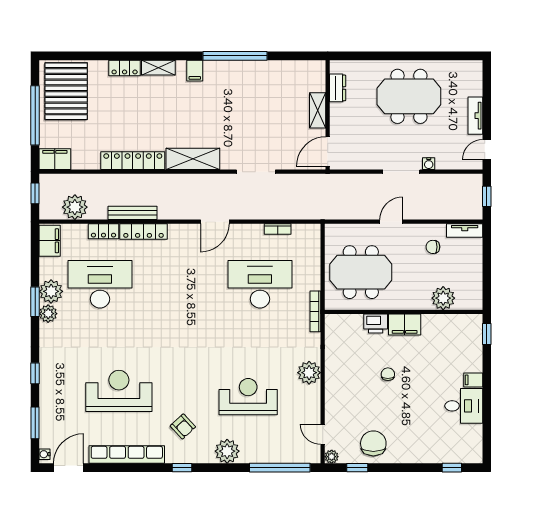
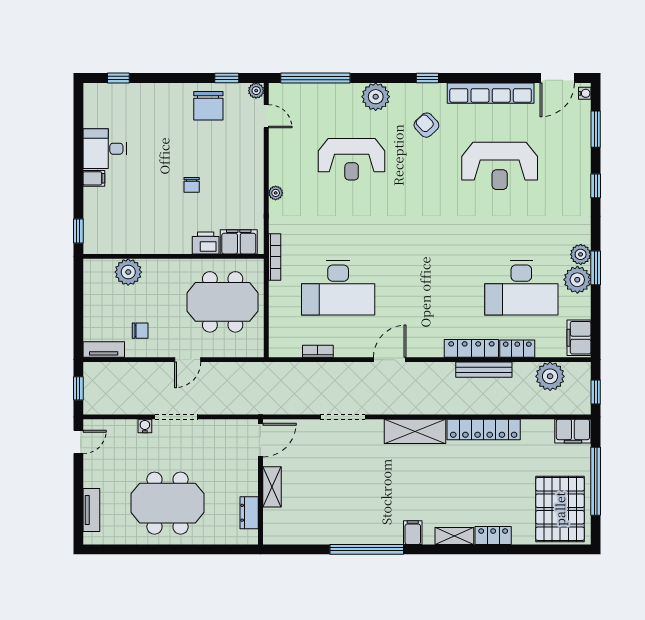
tv unit: (475, 116) -> (91, 510), moved
filing cabinet: (405, 324) -> (239, 242), moved
plant: (309, 373) -> (276, 193), width x0.53, depth x0.53

